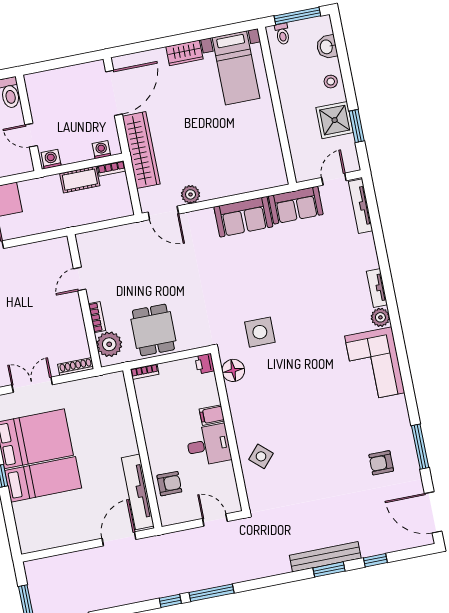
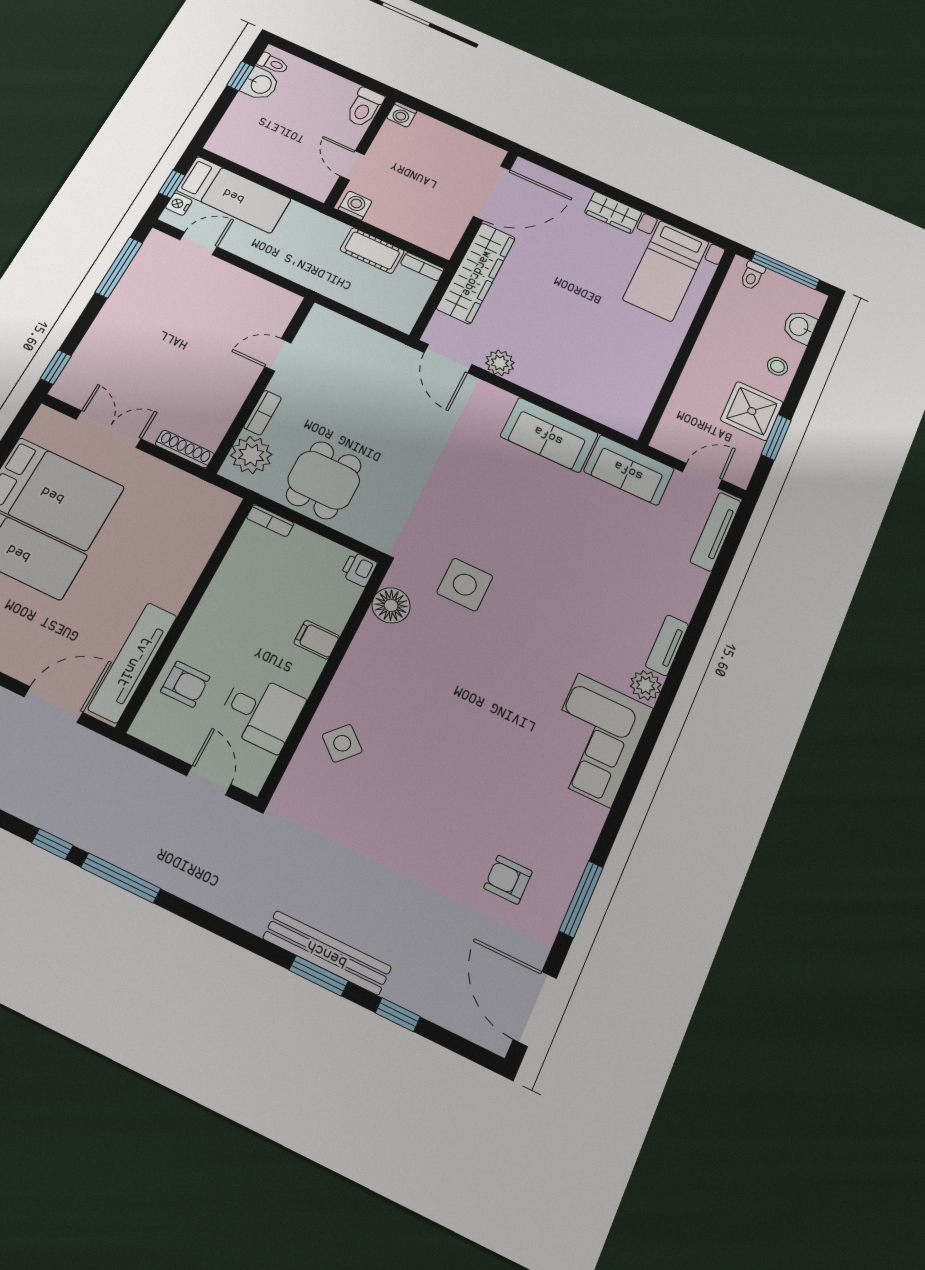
washing machine: (101, 150) -> (402, 114), moved, turned 180
desk: (208, 445) -> (261, 712), moved

